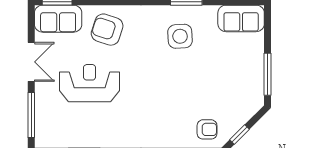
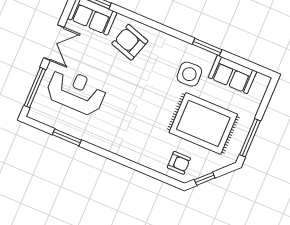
sofa: (241, 18) -> (232, 74), moved
rug: (215, 80) -> (203, 123), added
reception desk: (90, 83) -> (76, 92), moved

